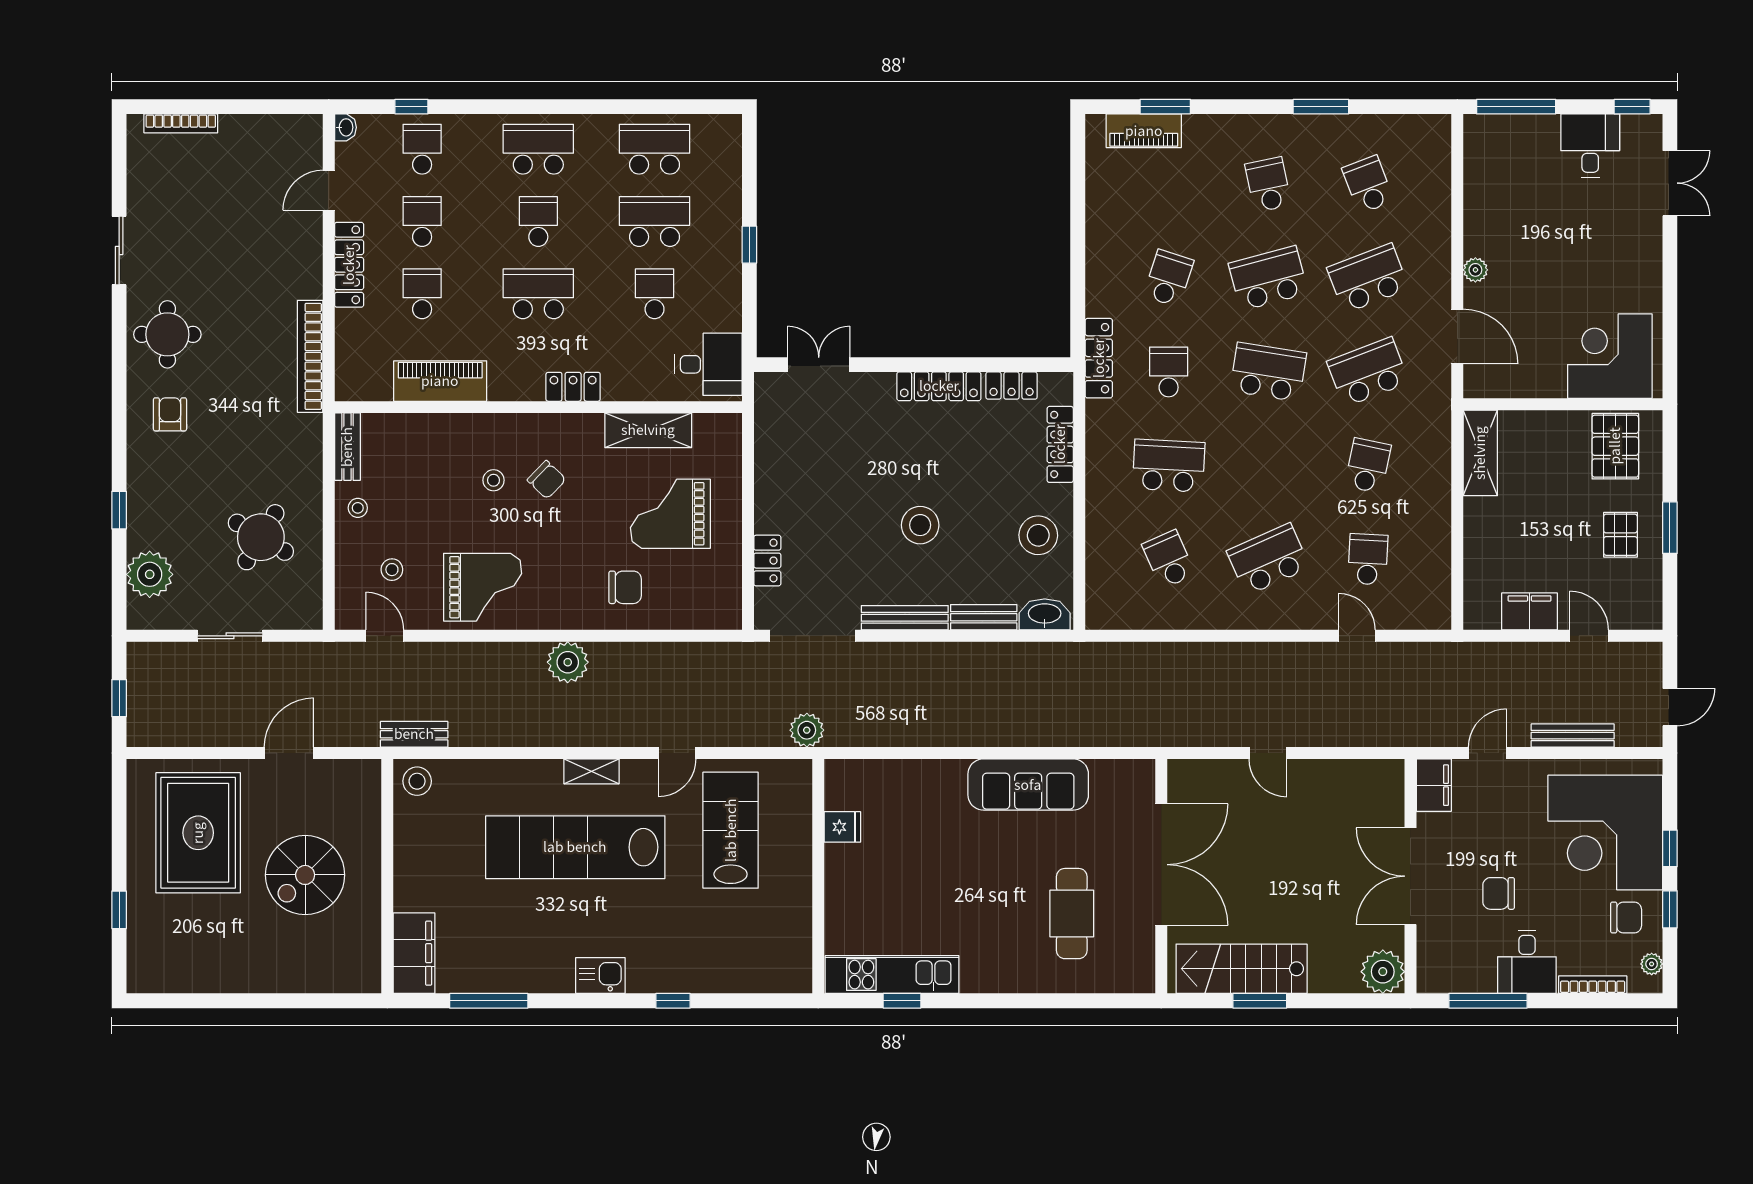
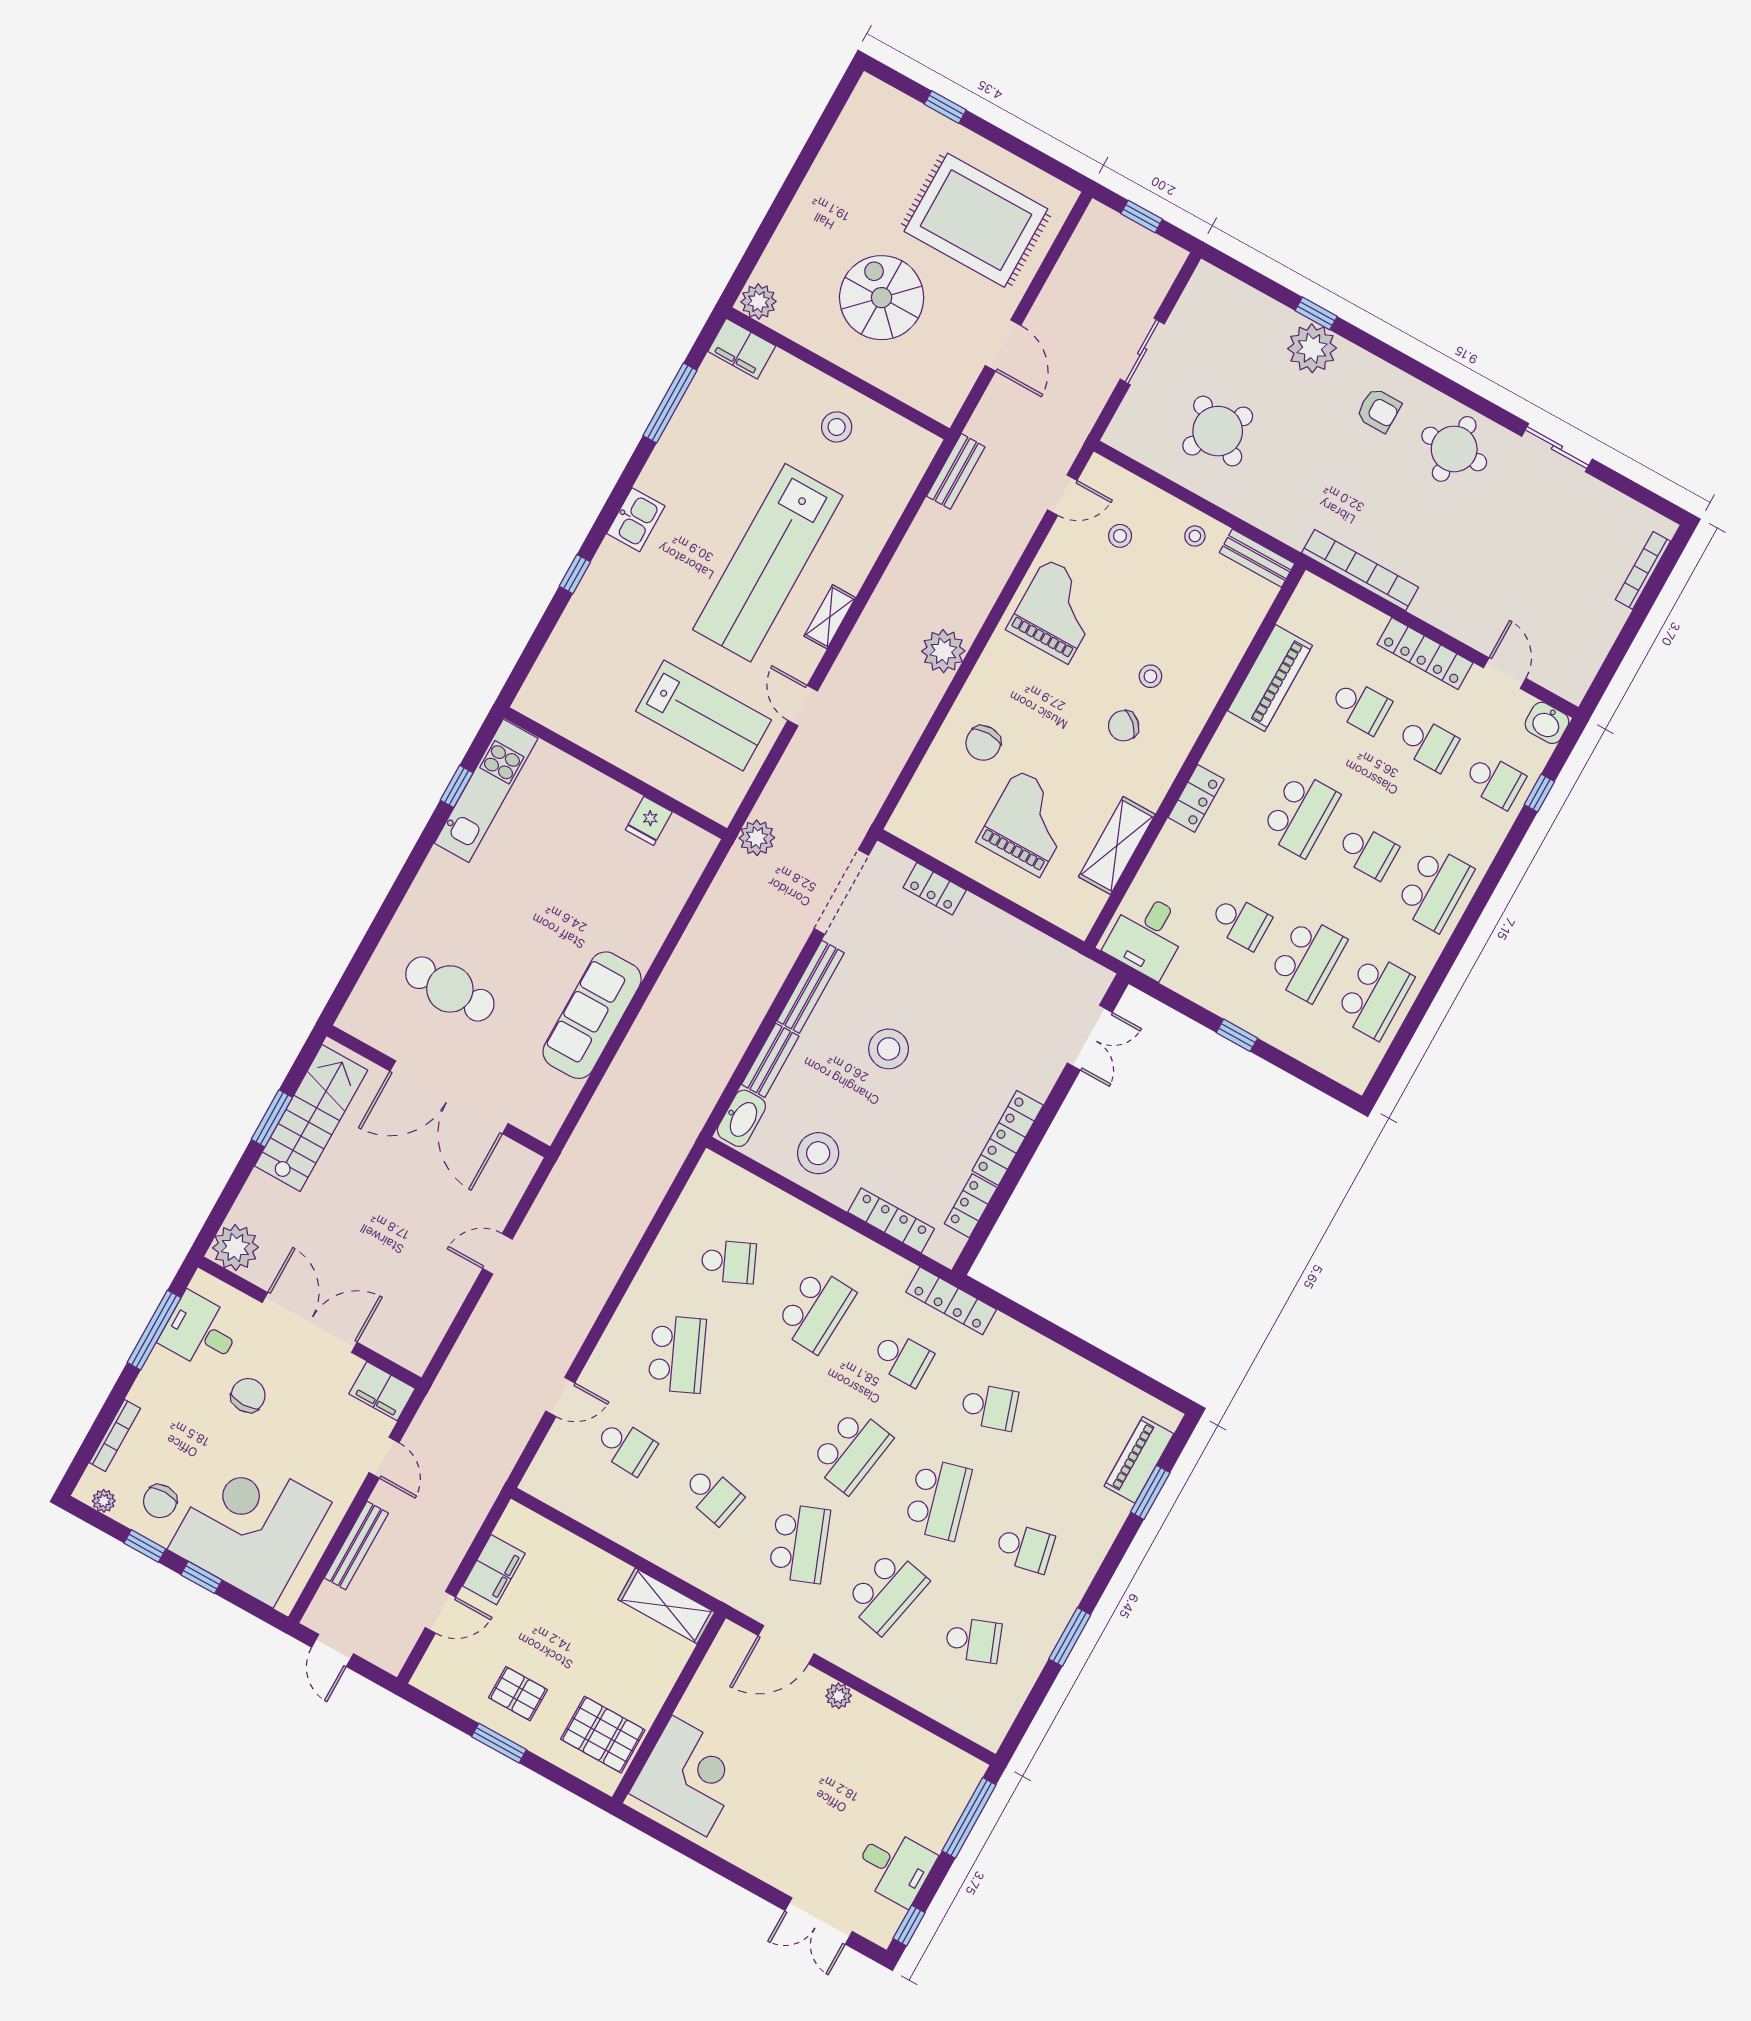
washbasin: (345, 127) -> (1547, 723), width x1.38, depth x1.45
school desk: (1169, 278) -> (989, 1407), turned -36
school desk: (1368, 278) -> (886, 1592), turned 33
plant: (150, 574) -> (1312, 348), moved
grand piano: (483, 587) -> (1057, 611), turned 180
stool: (417, 781) -> (837, 427), moved
lab bench: (575, 847) -> (768, 563), turned 180
filing cabinet: (414, 953) -> (742, 349), width x0.67, depth x0.86
desk: (1527, 962) -> (200, 1332), moved
plant: (365, 974) -> (758, 302), added

